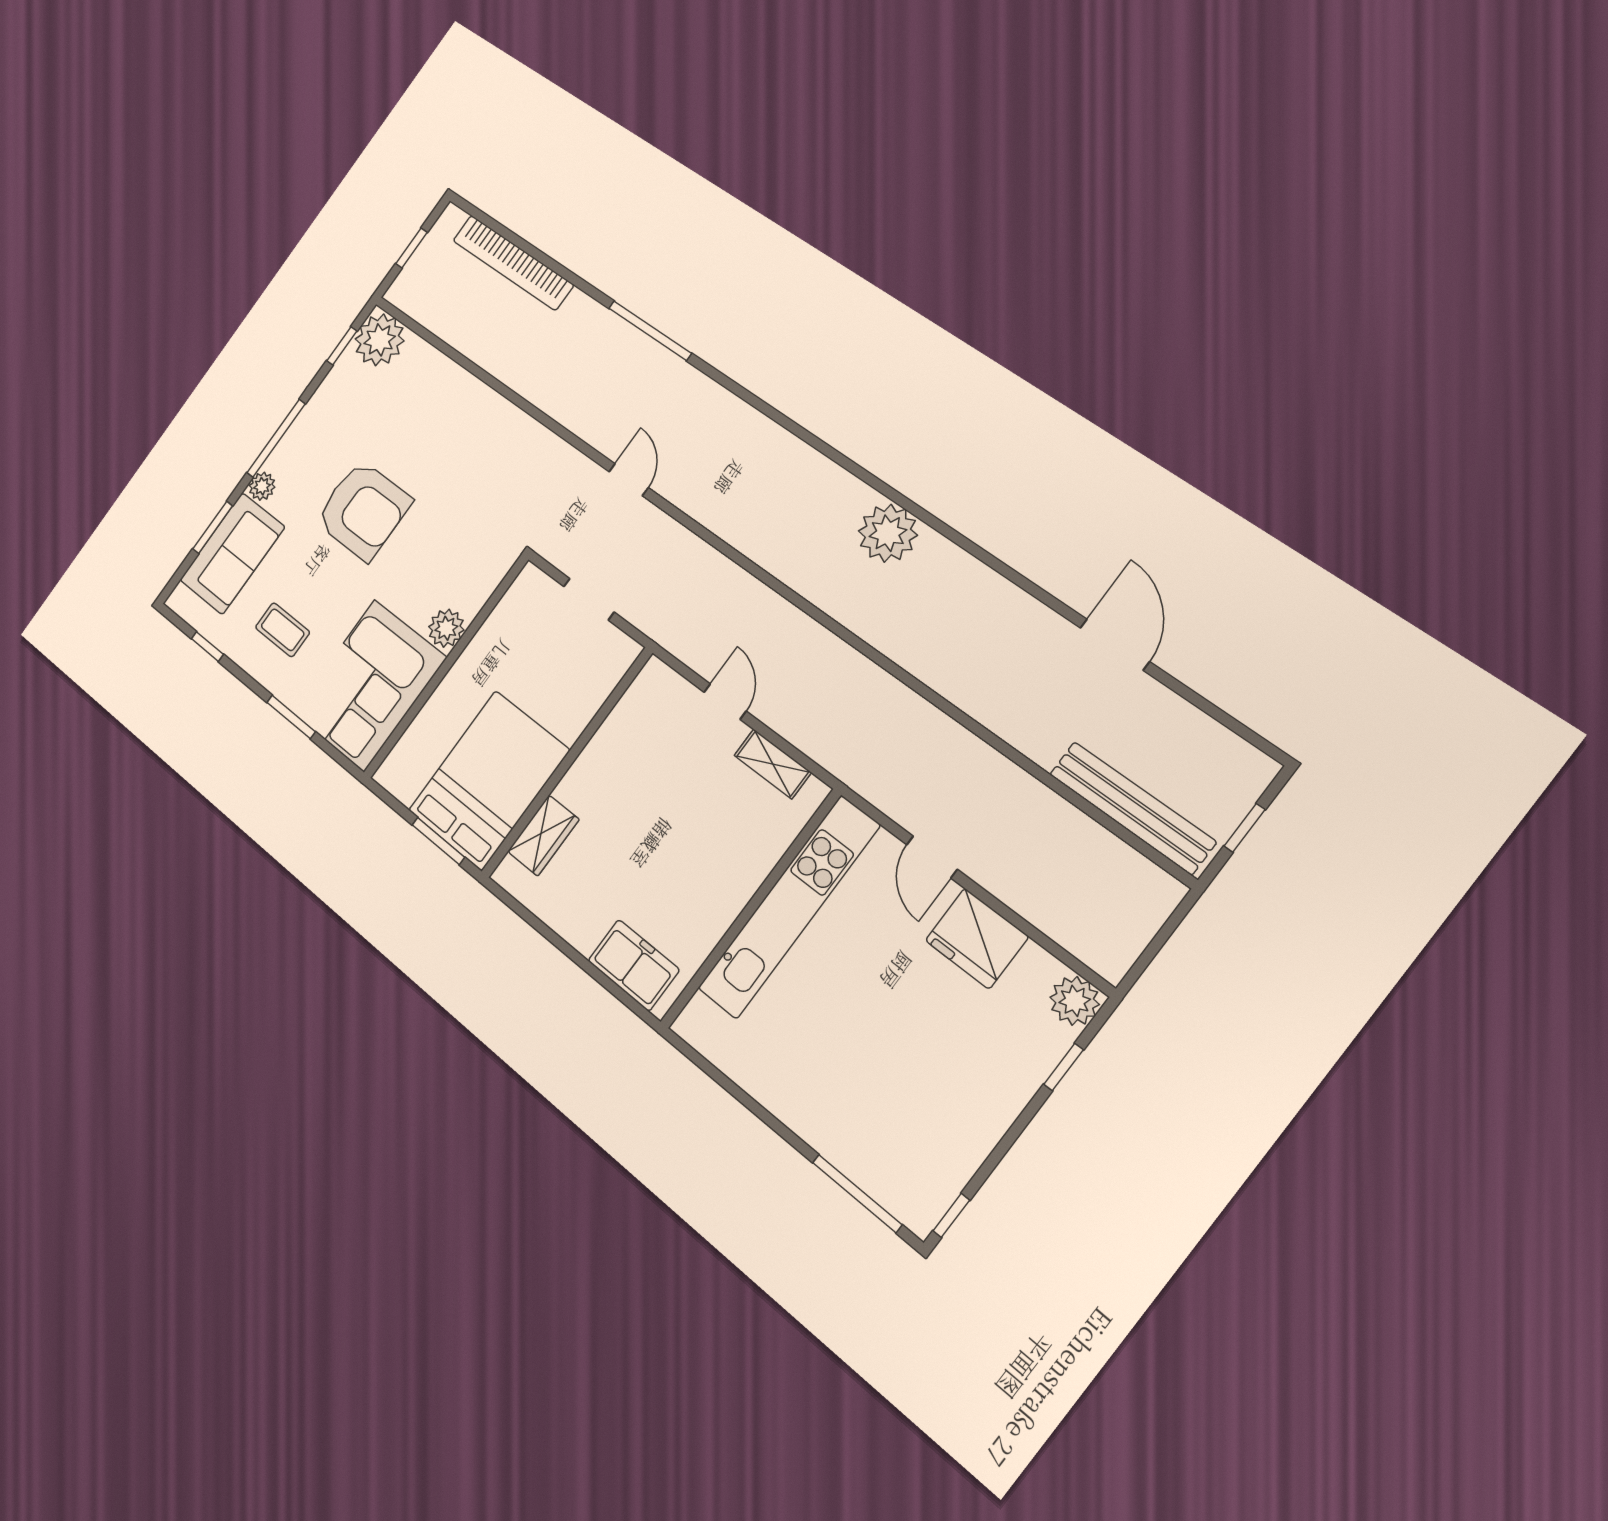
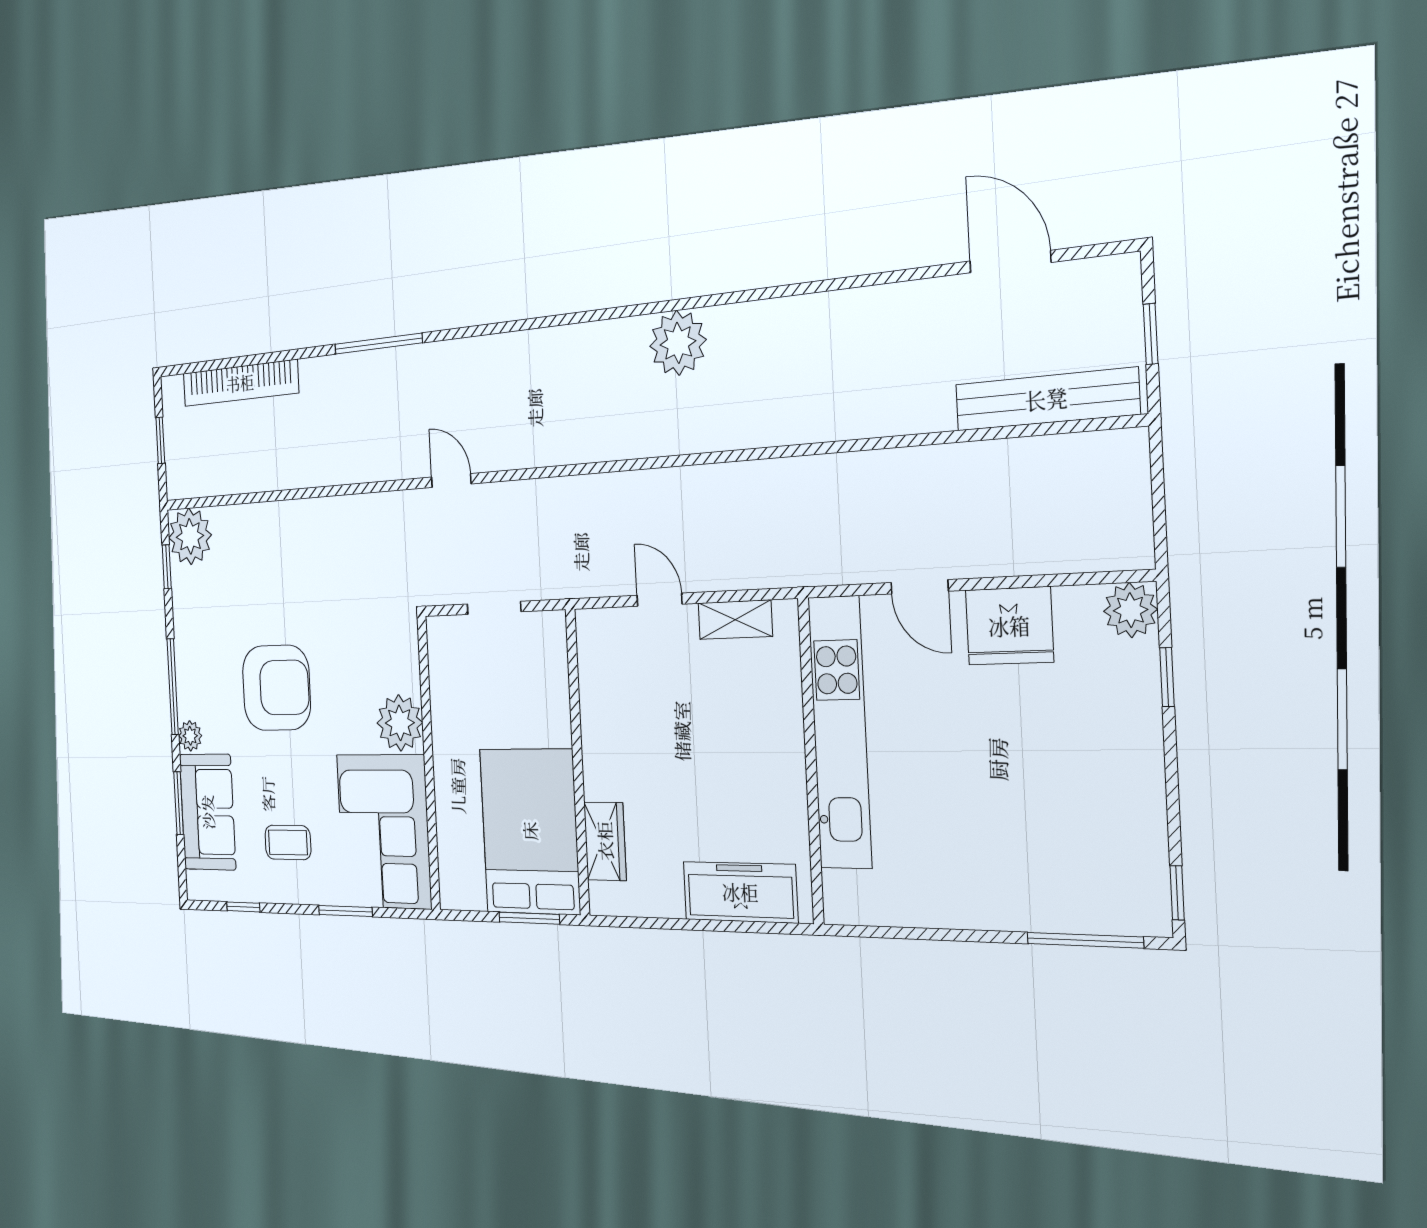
plant: (446, 628) -> (400, 723), width x1.36, depth x1.36
door: (1115, 645) -> (1010, 262), moved
freezer: (634, 965) -> (740, 892), width x1.40

